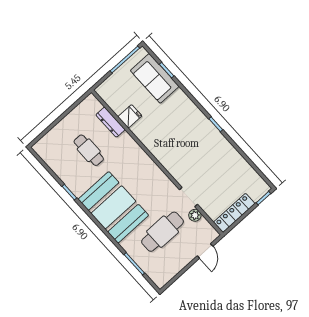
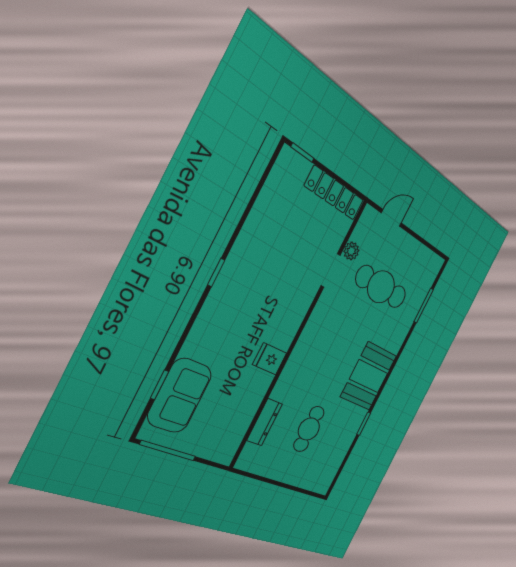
fridge: (130, 116) -> (270, 359), moved
booth: (113, 207) -> (369, 376), width x0.73, depth x0.70

